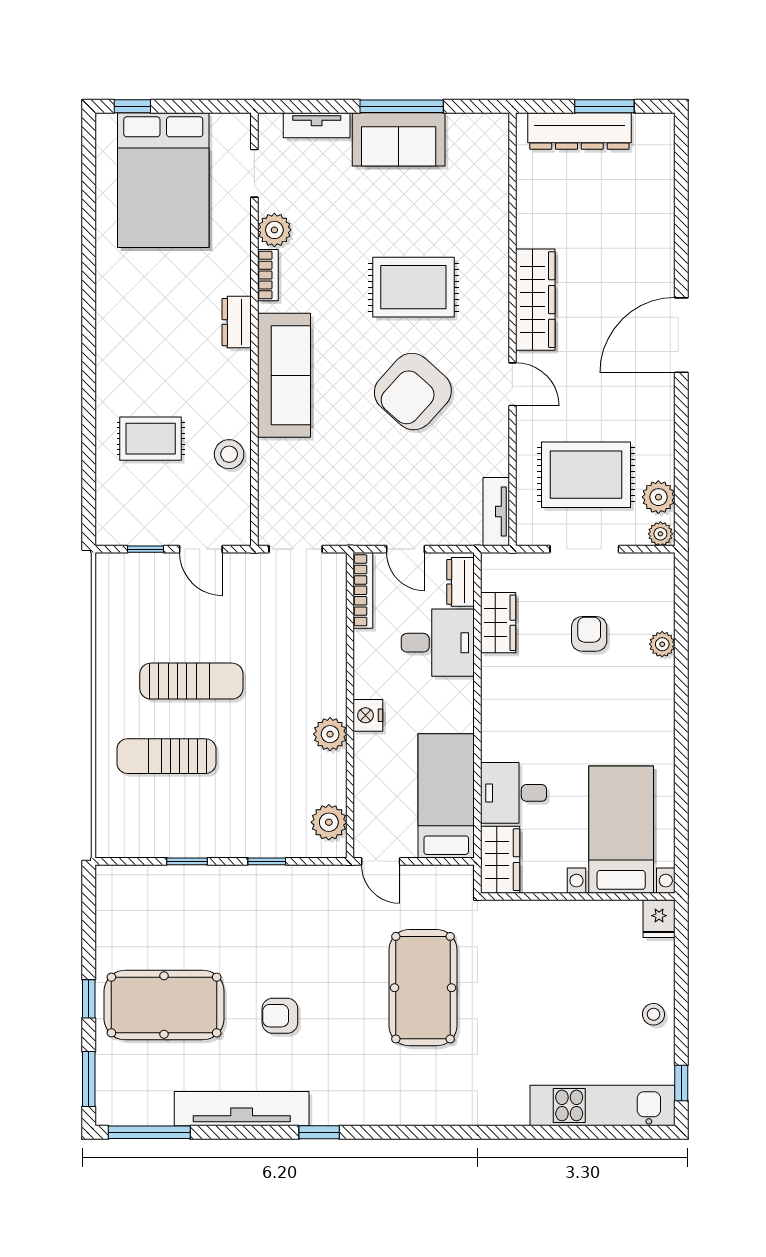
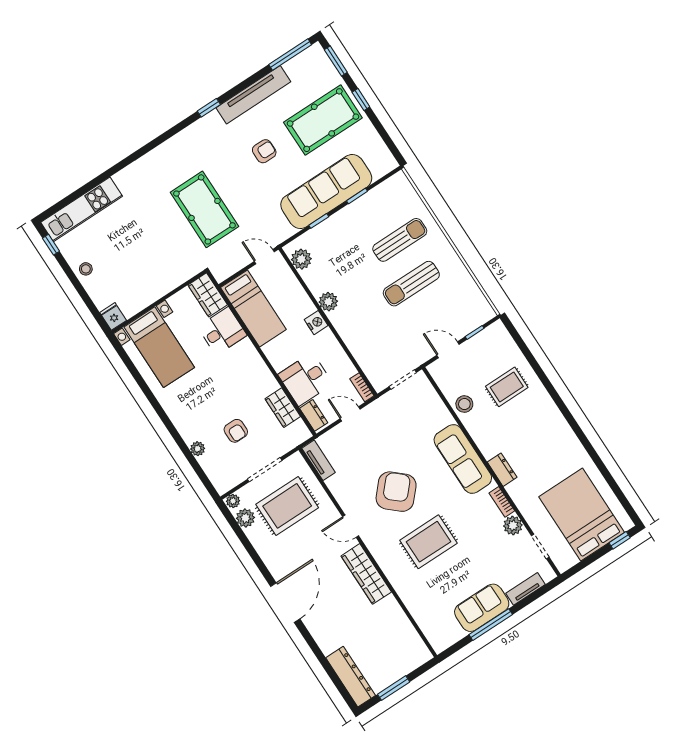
dresser: (579, 131) -> (351, 677), moved, turned 90
bookcase: (363, 590) -> (362, 387), width x0.64
sofa: (228, 897) -> (326, 192), added

